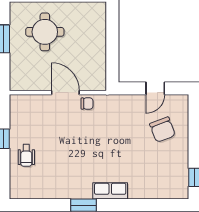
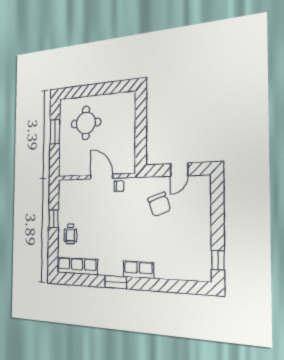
chair: (162, 130) -> (159, 204), moved
row of seats: (35, 191) -> (77, 266), added

